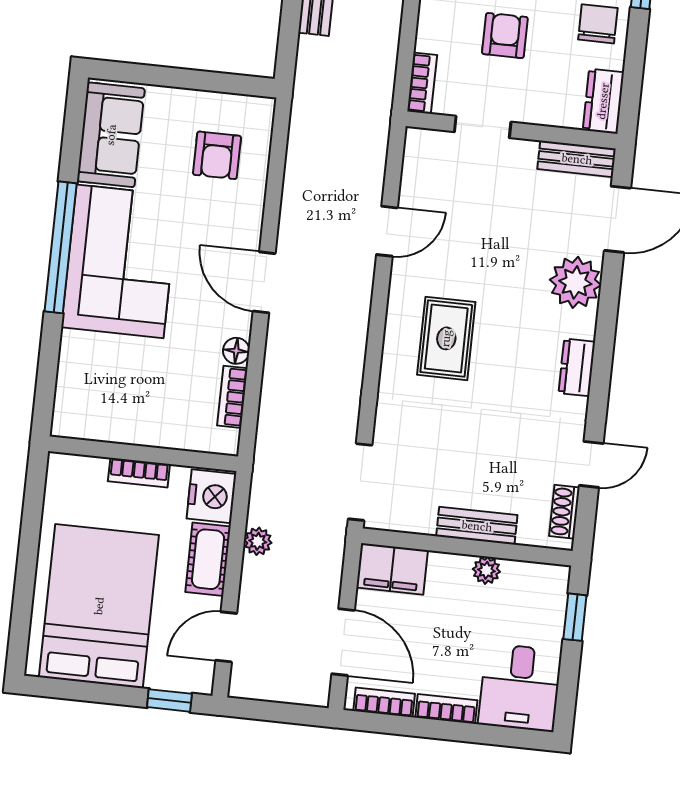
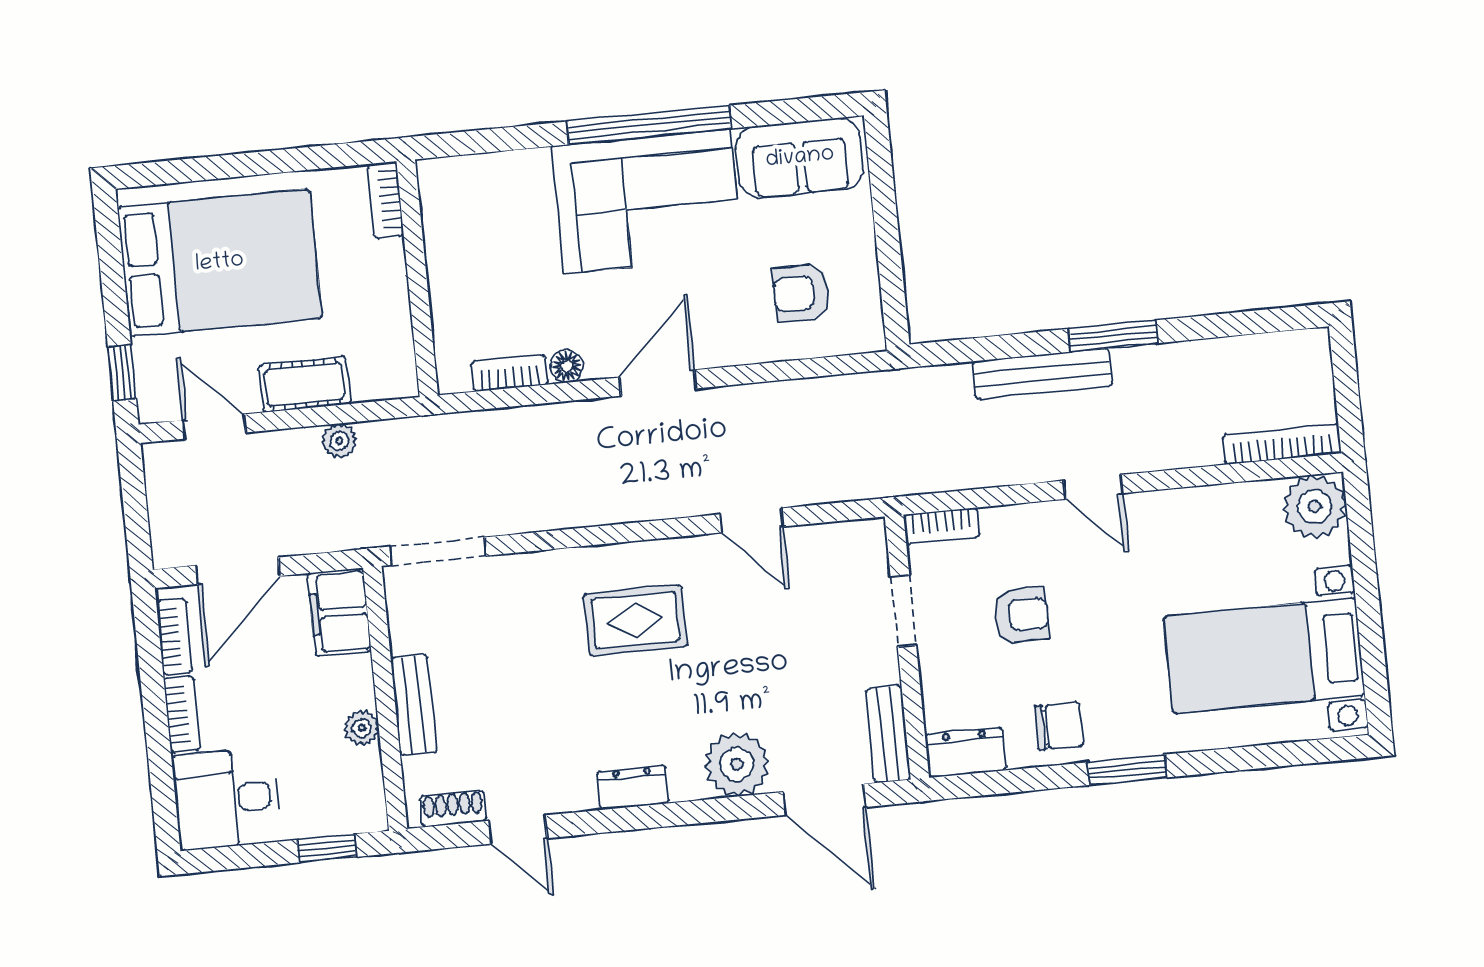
bookcase: (139, 473) -> (385, 200), moved
nightstand: (211, 496) -> (383, 373), removed

